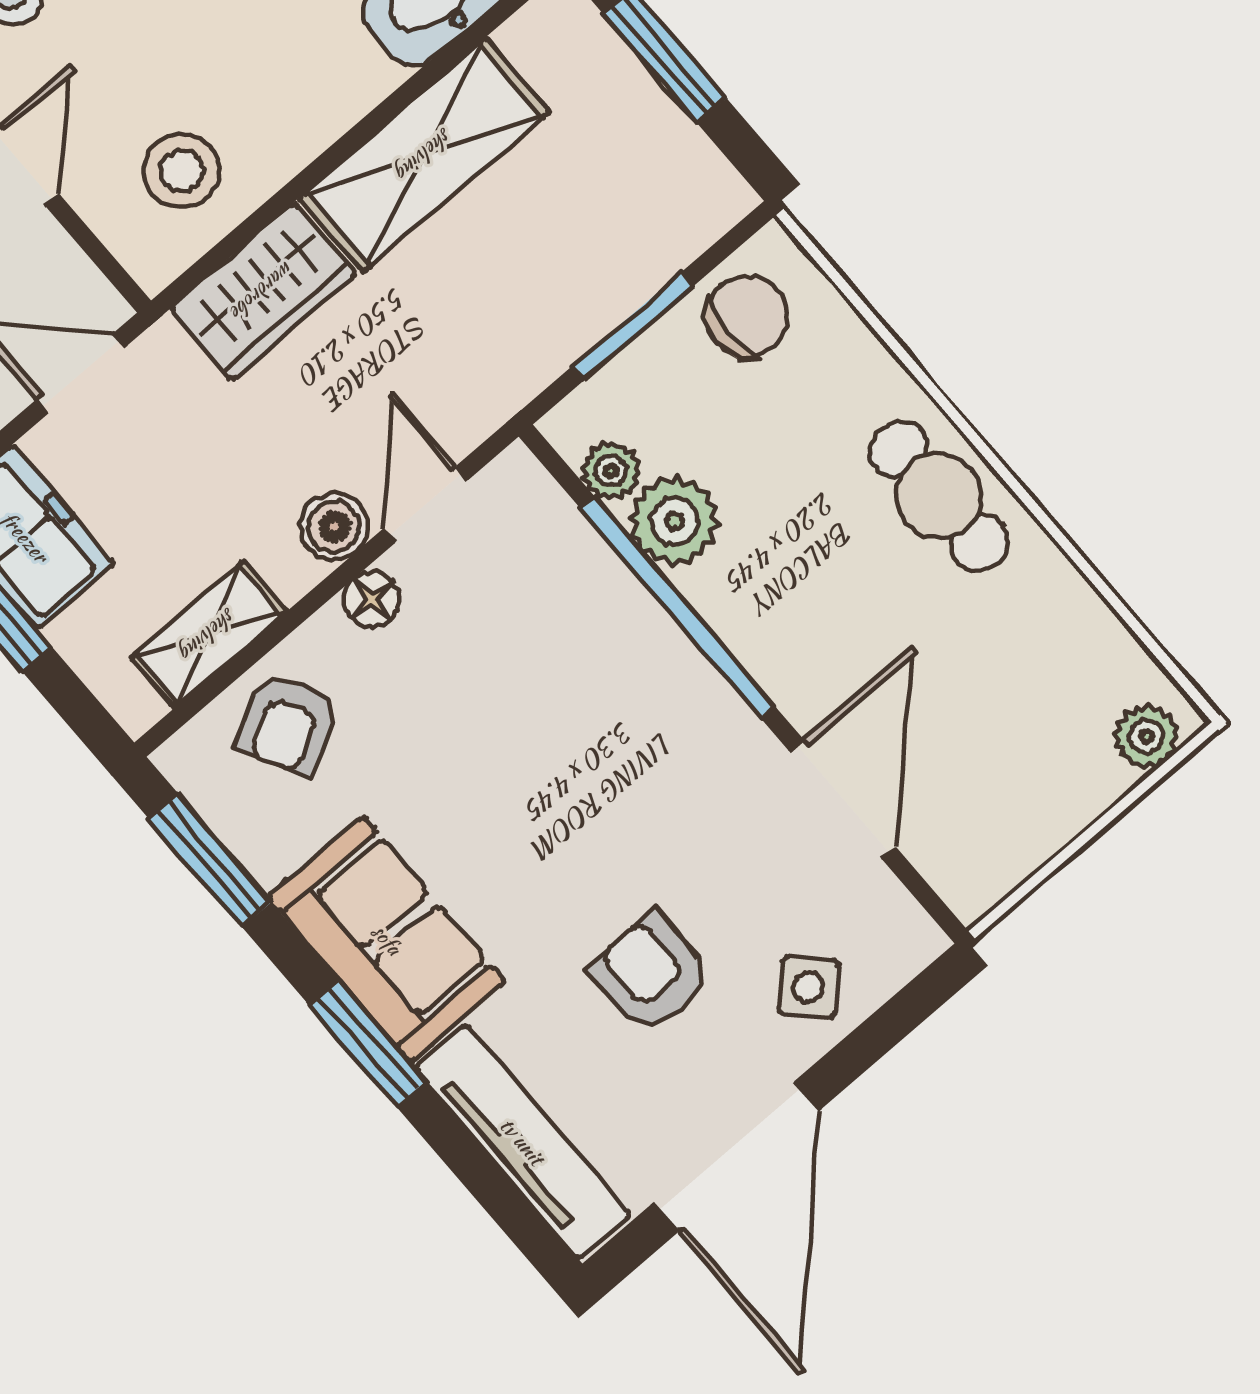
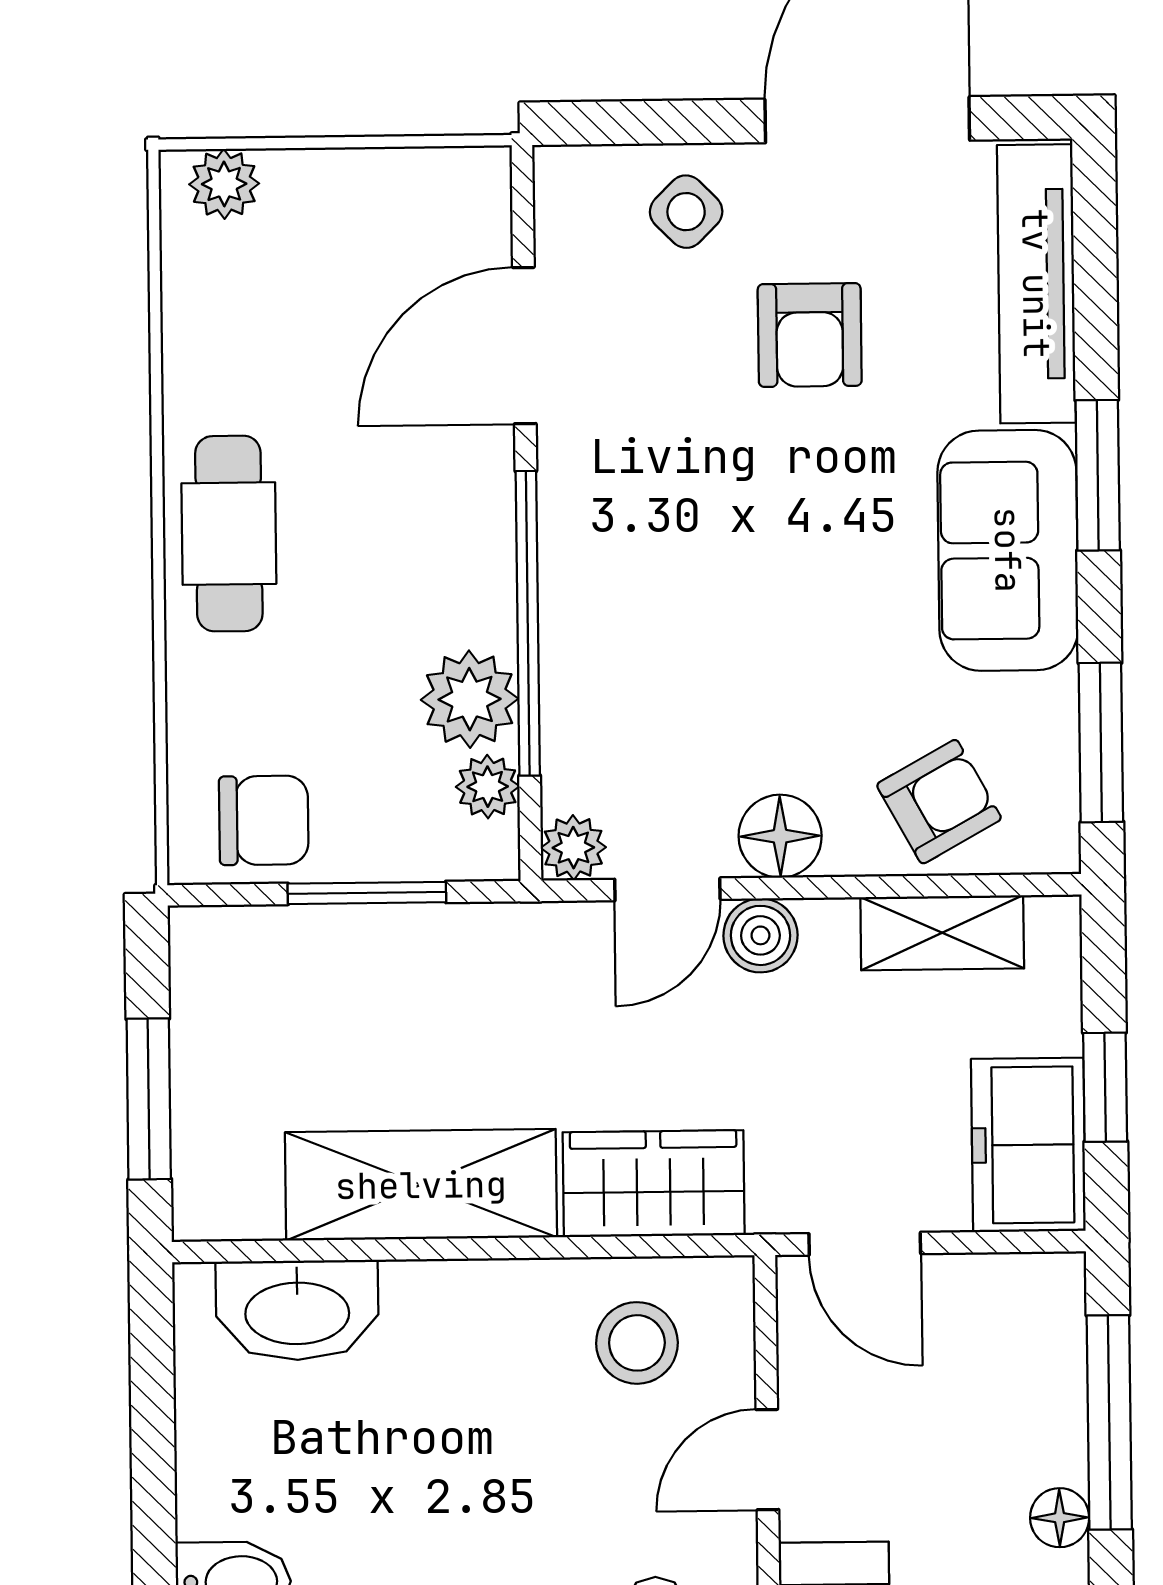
chair: (747, 317) -> (264, 820), turned 180
plant: (515, 478) -> (573, 848), added
floor lamp: (372, 599) -> (780, 836), width x1.37, depth x1.37

